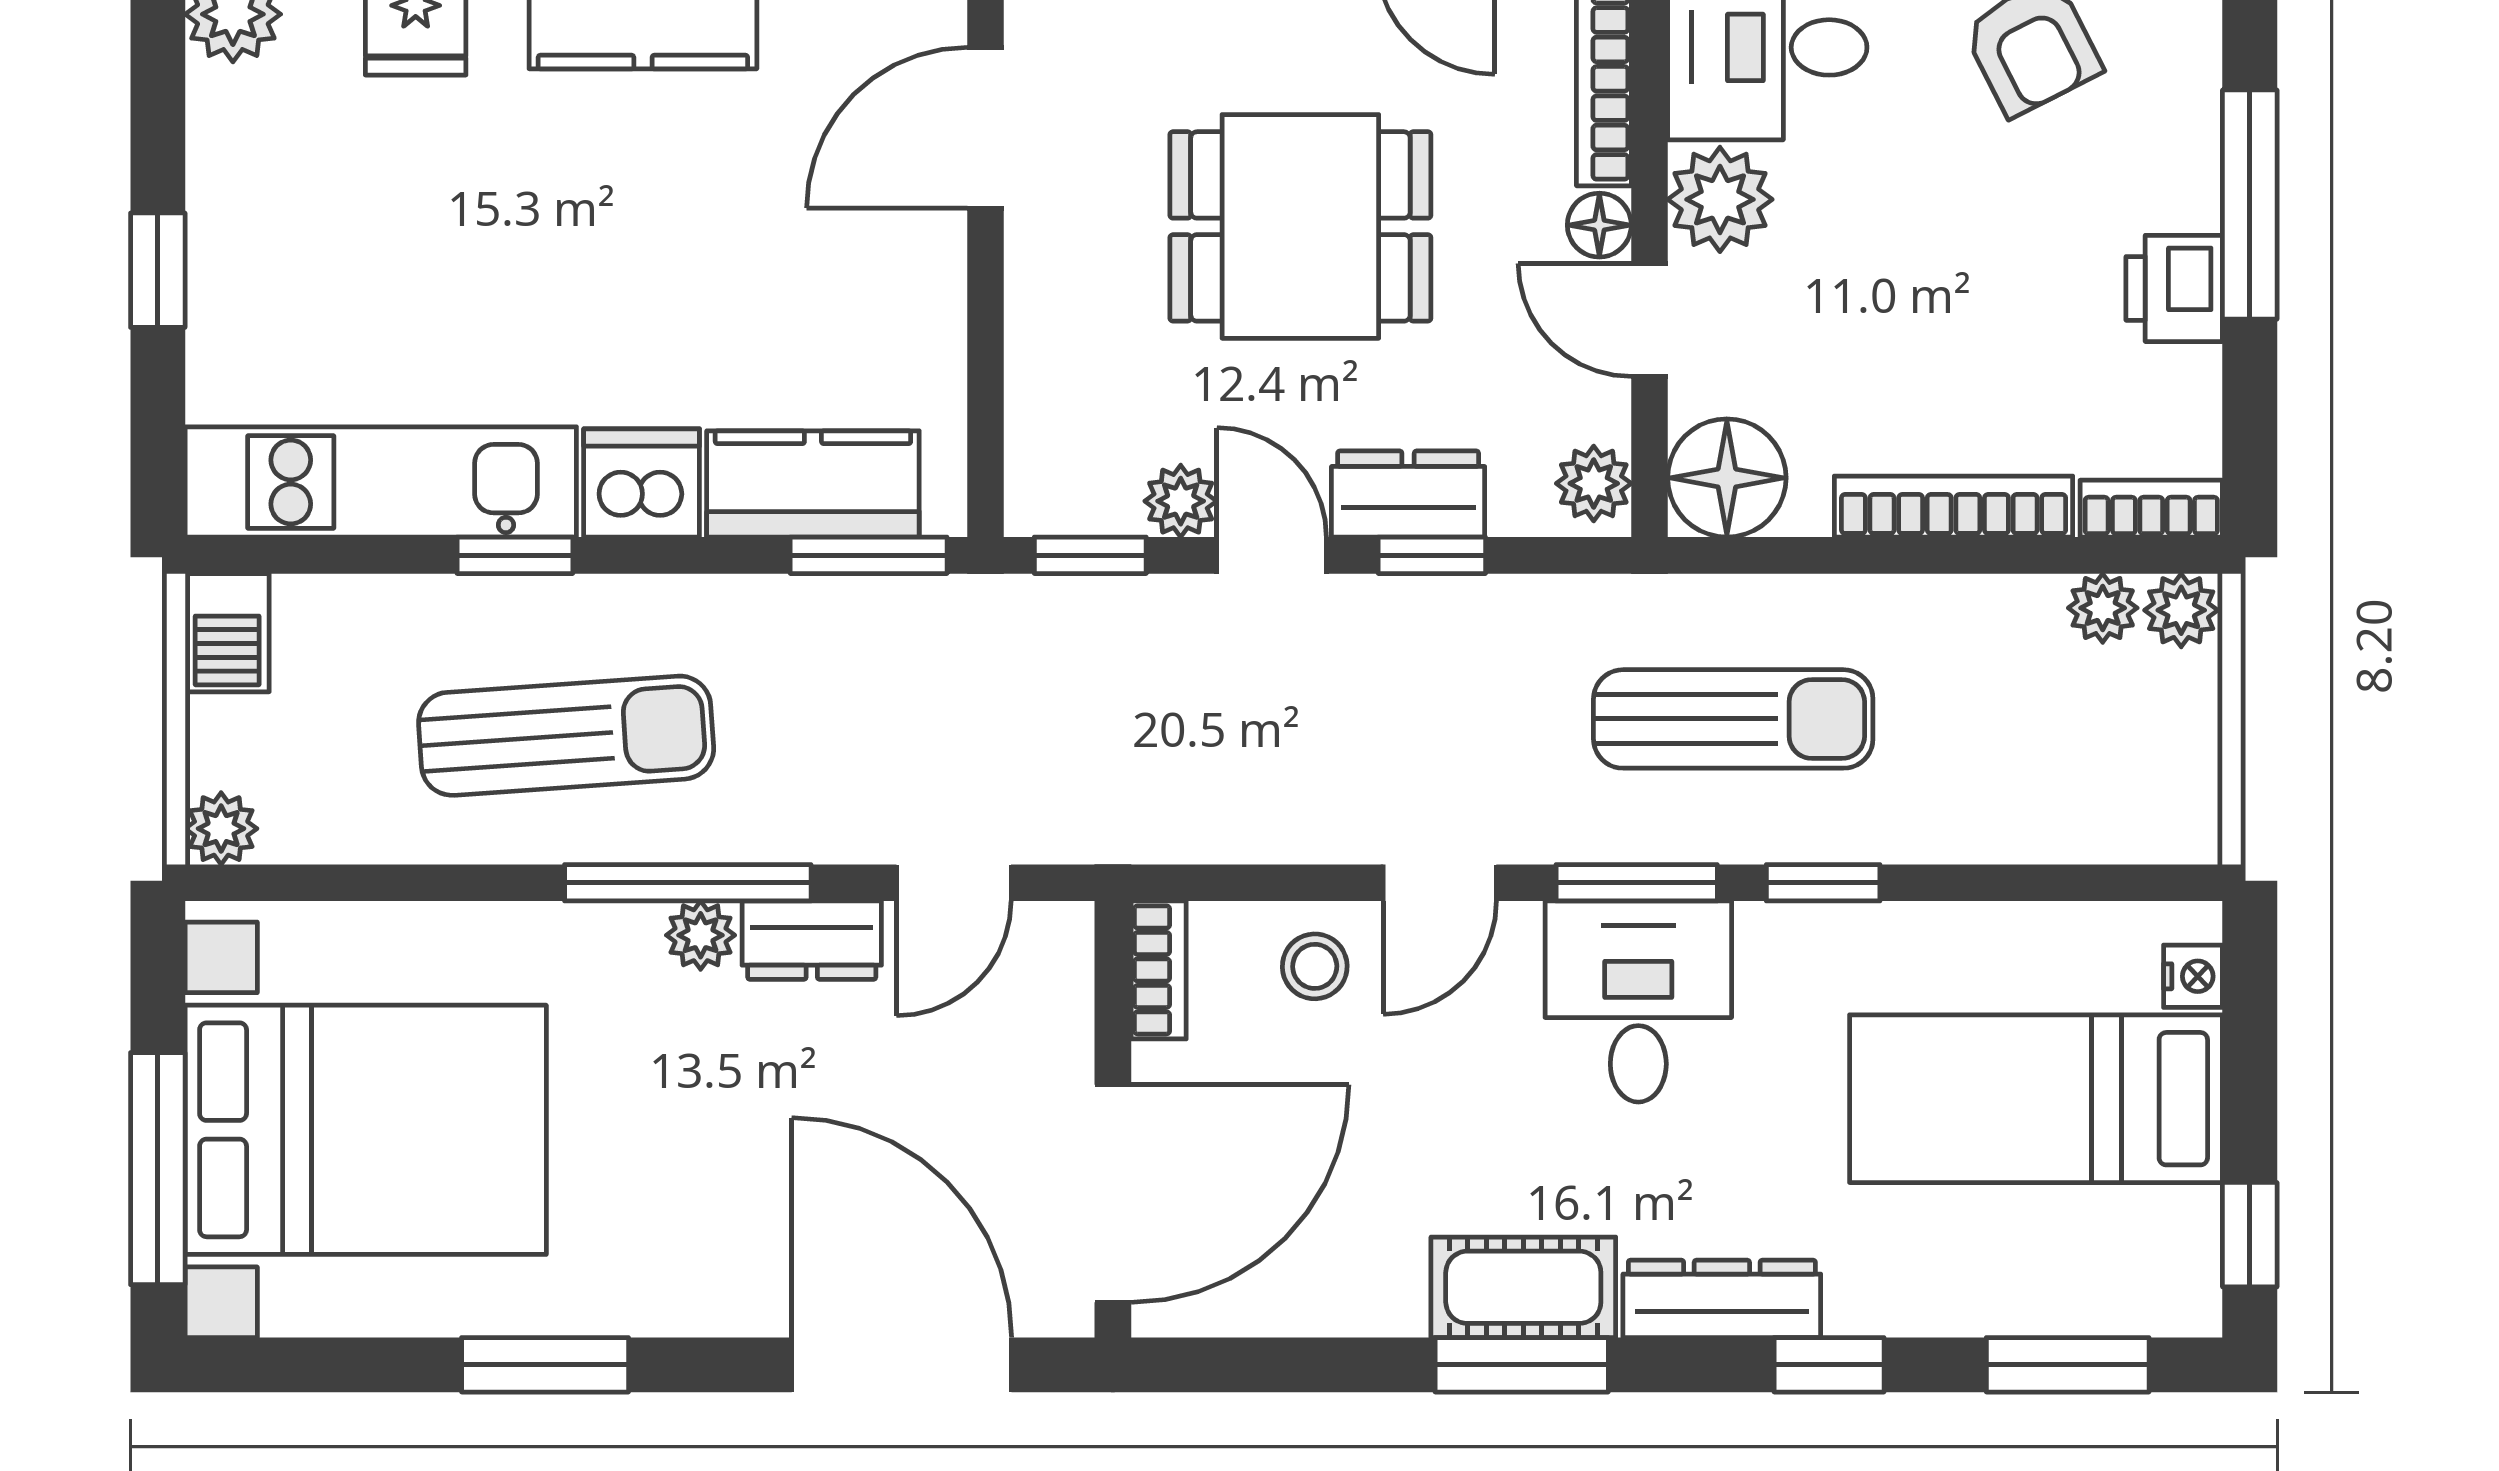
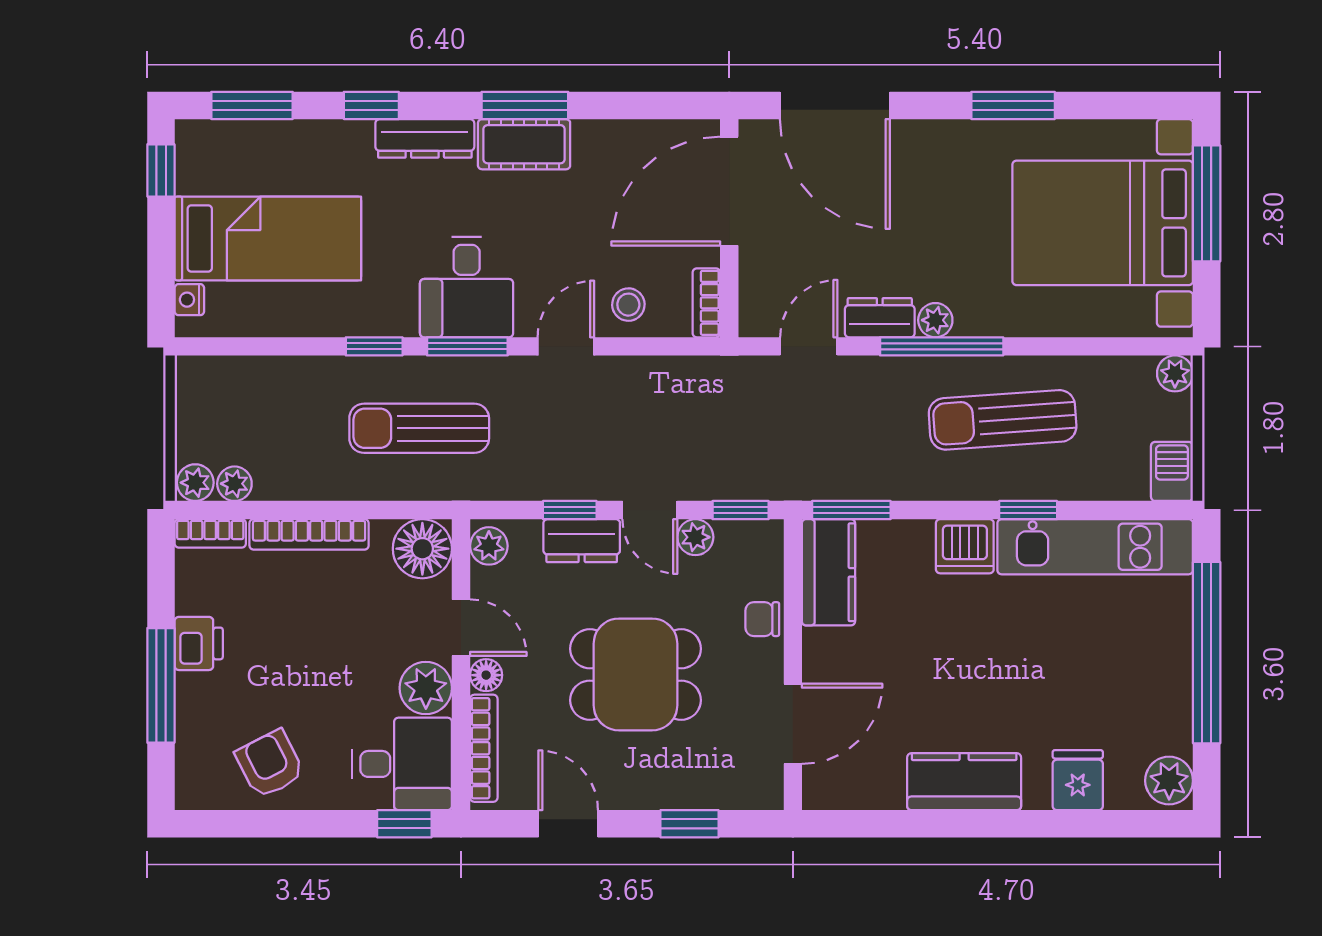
window: (158, 270) -> (1207, 653), width x3.17
chair: (1047, 337) -> (762, 619), added
kitchen counter: (813, 484) -> (829, 572), moved, turned -90

